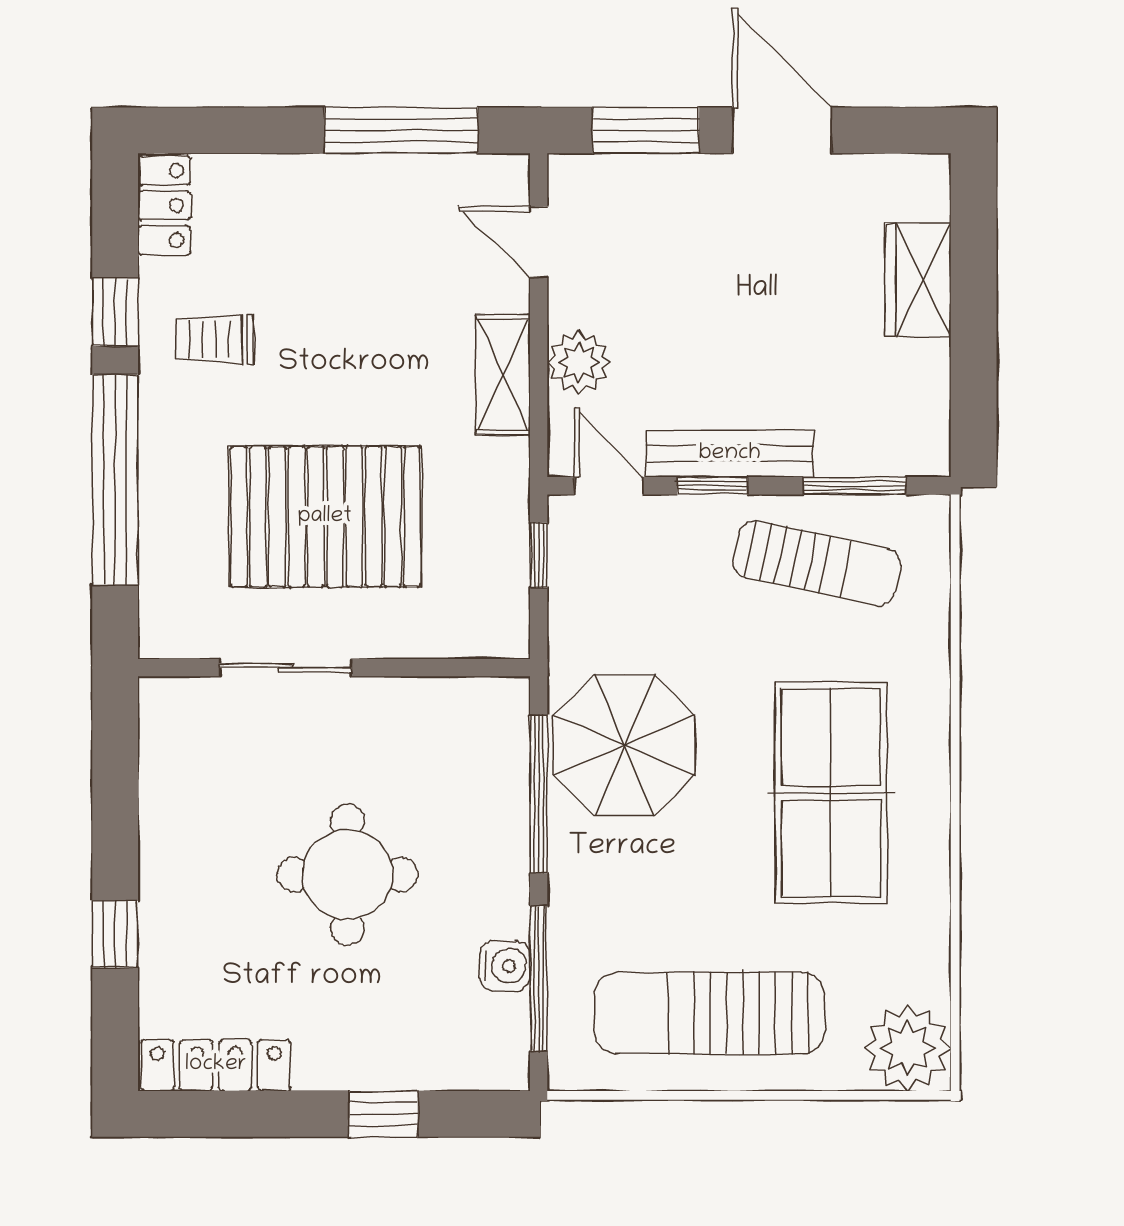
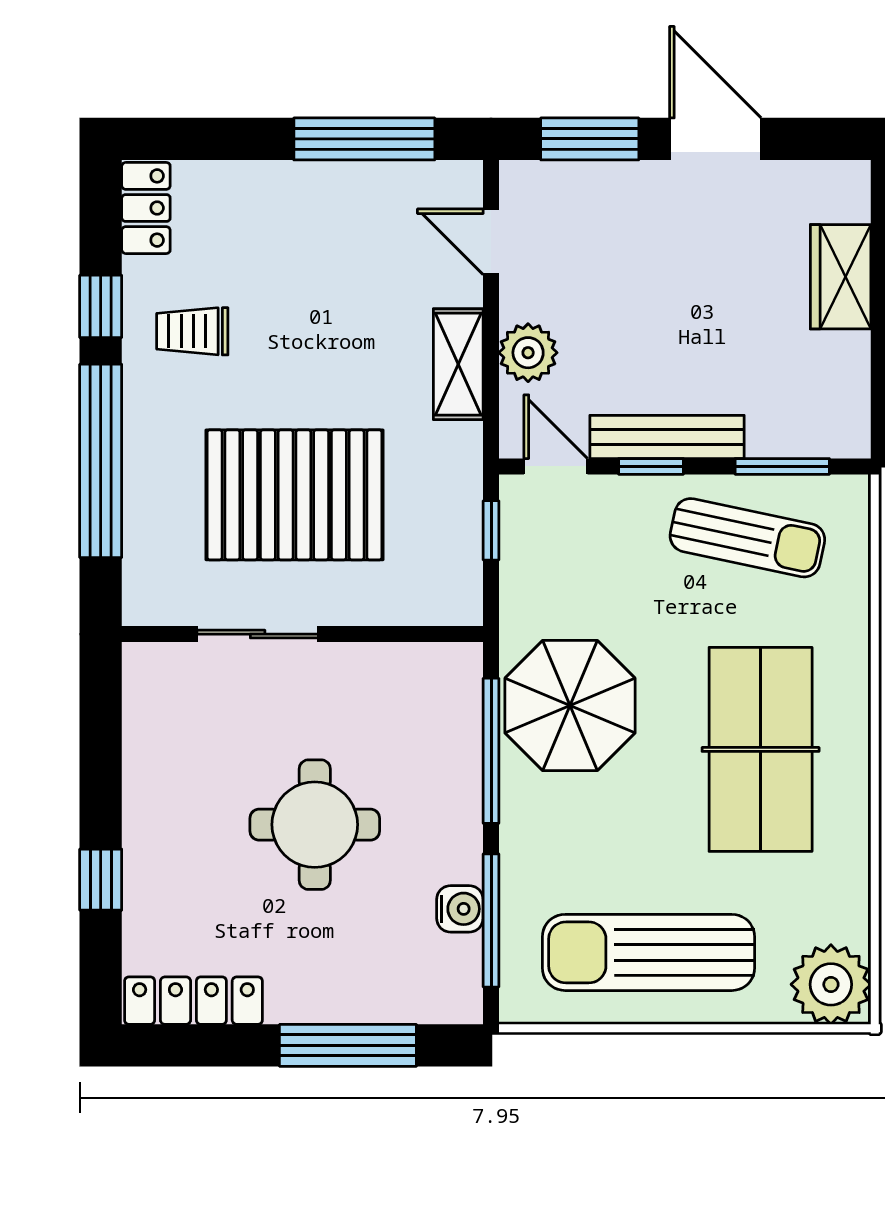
window: (383, 1114) -> (348, 1045), width x2.17

